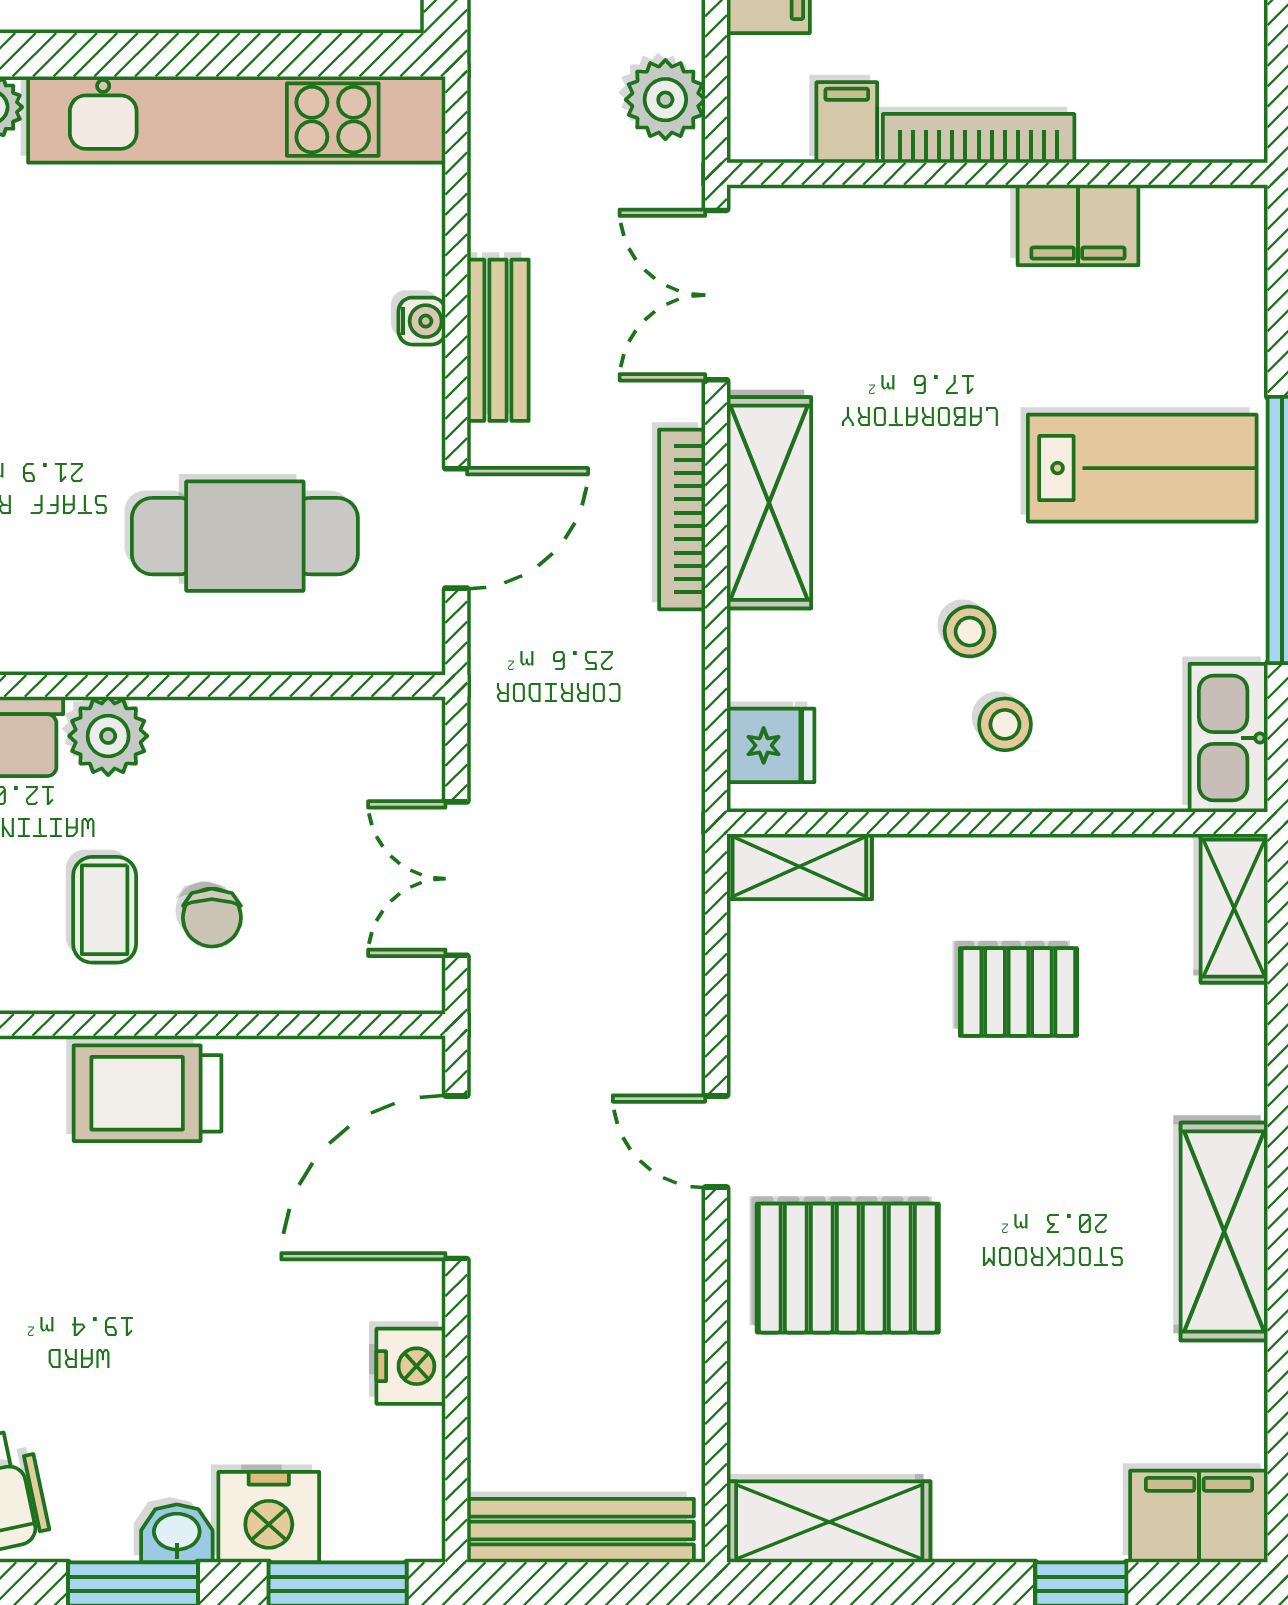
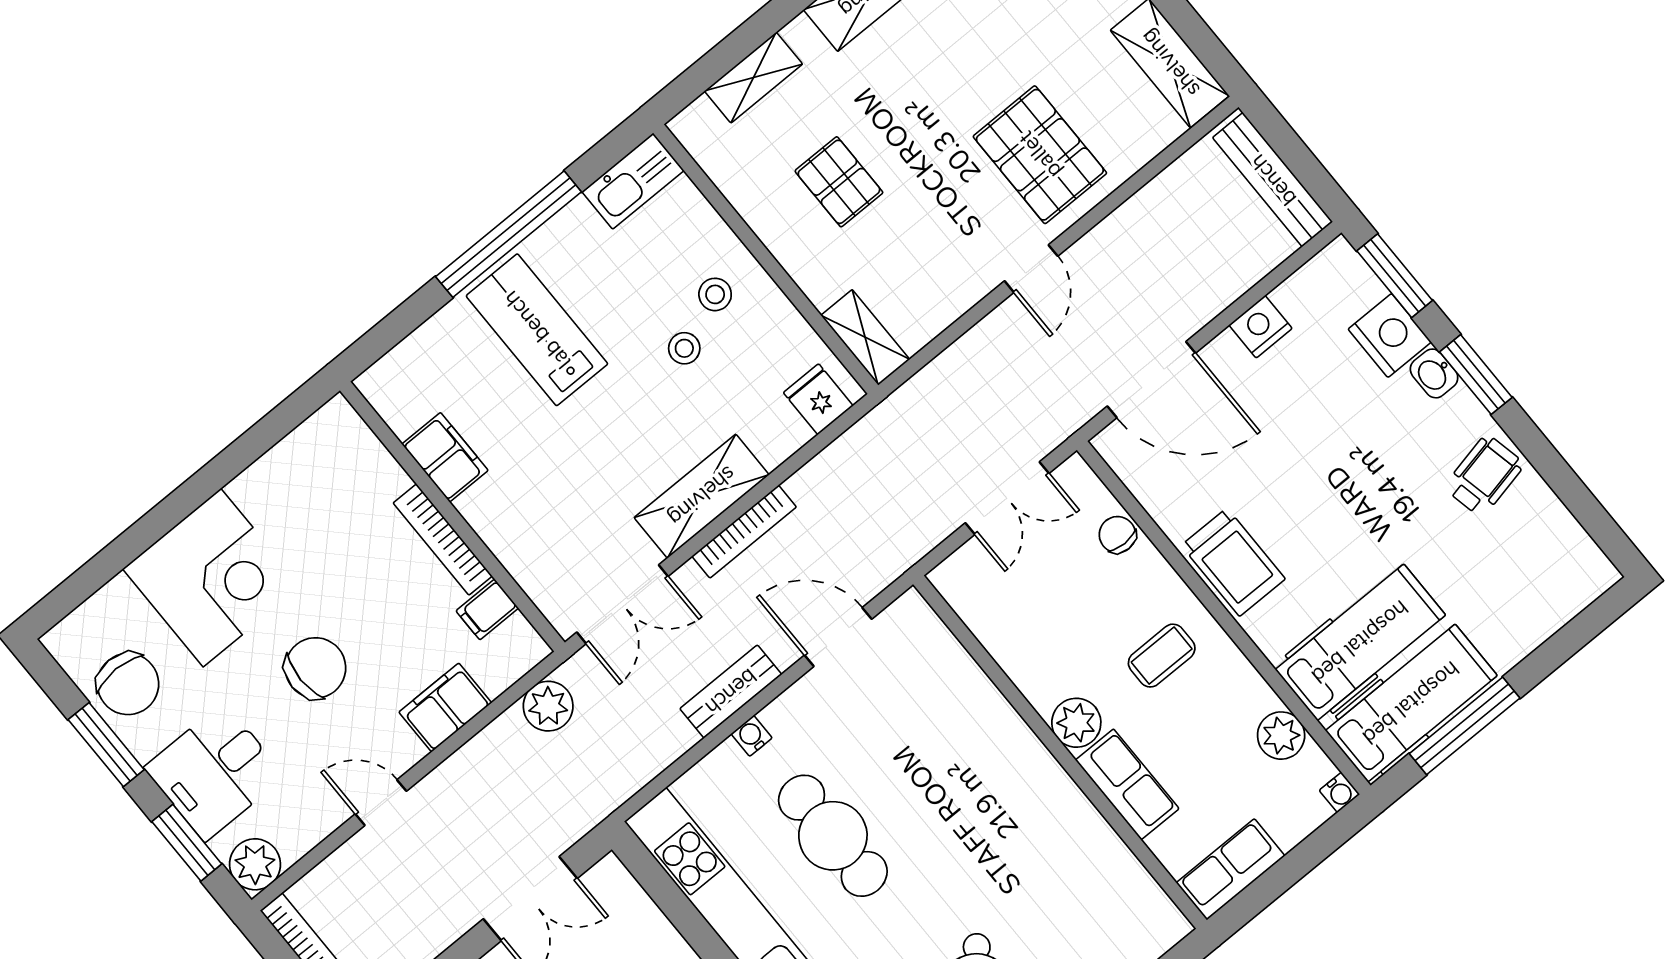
cafe table: (245, 536) -> (833, 836), moved
shelving: (1234, 908) -> (753, 78), moved
chair: (212, 918) -> (1117, 535), moved, turned -90

